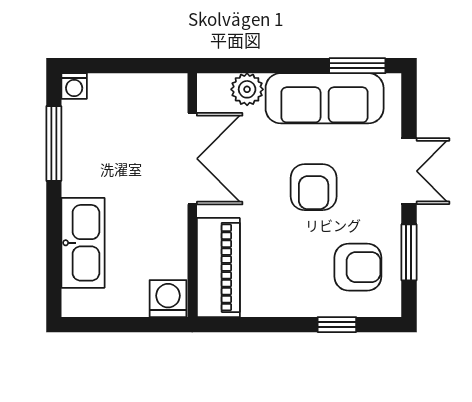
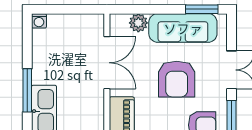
window: (54, 144) -> (27, 90), moved
armchair: (314, 187) -> (177, 79), width x1.36, depth x1.36

